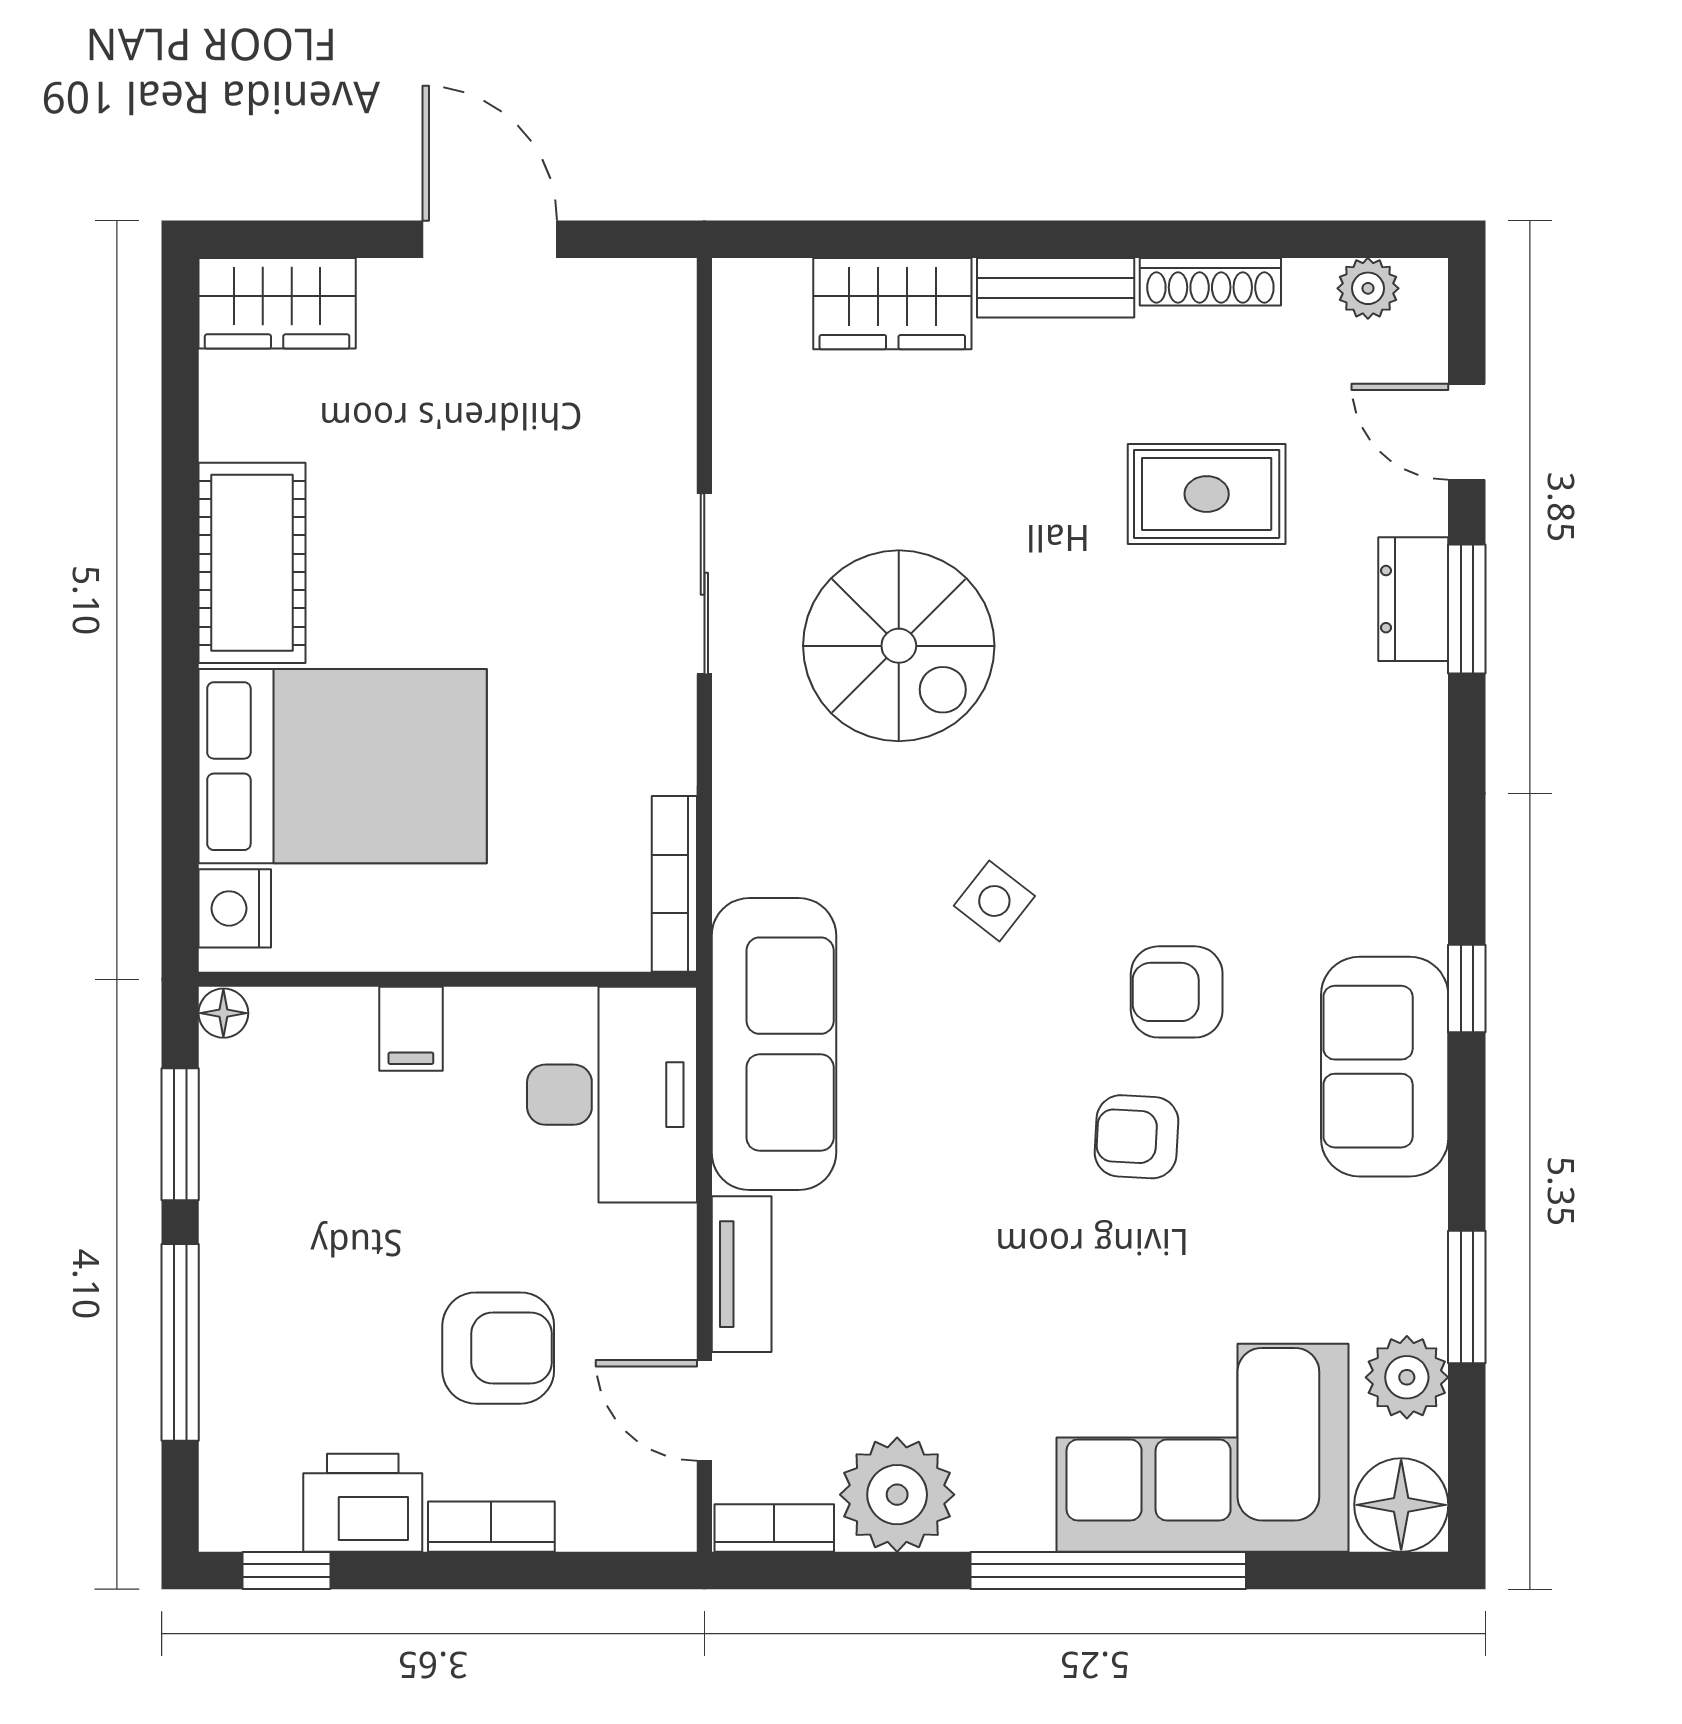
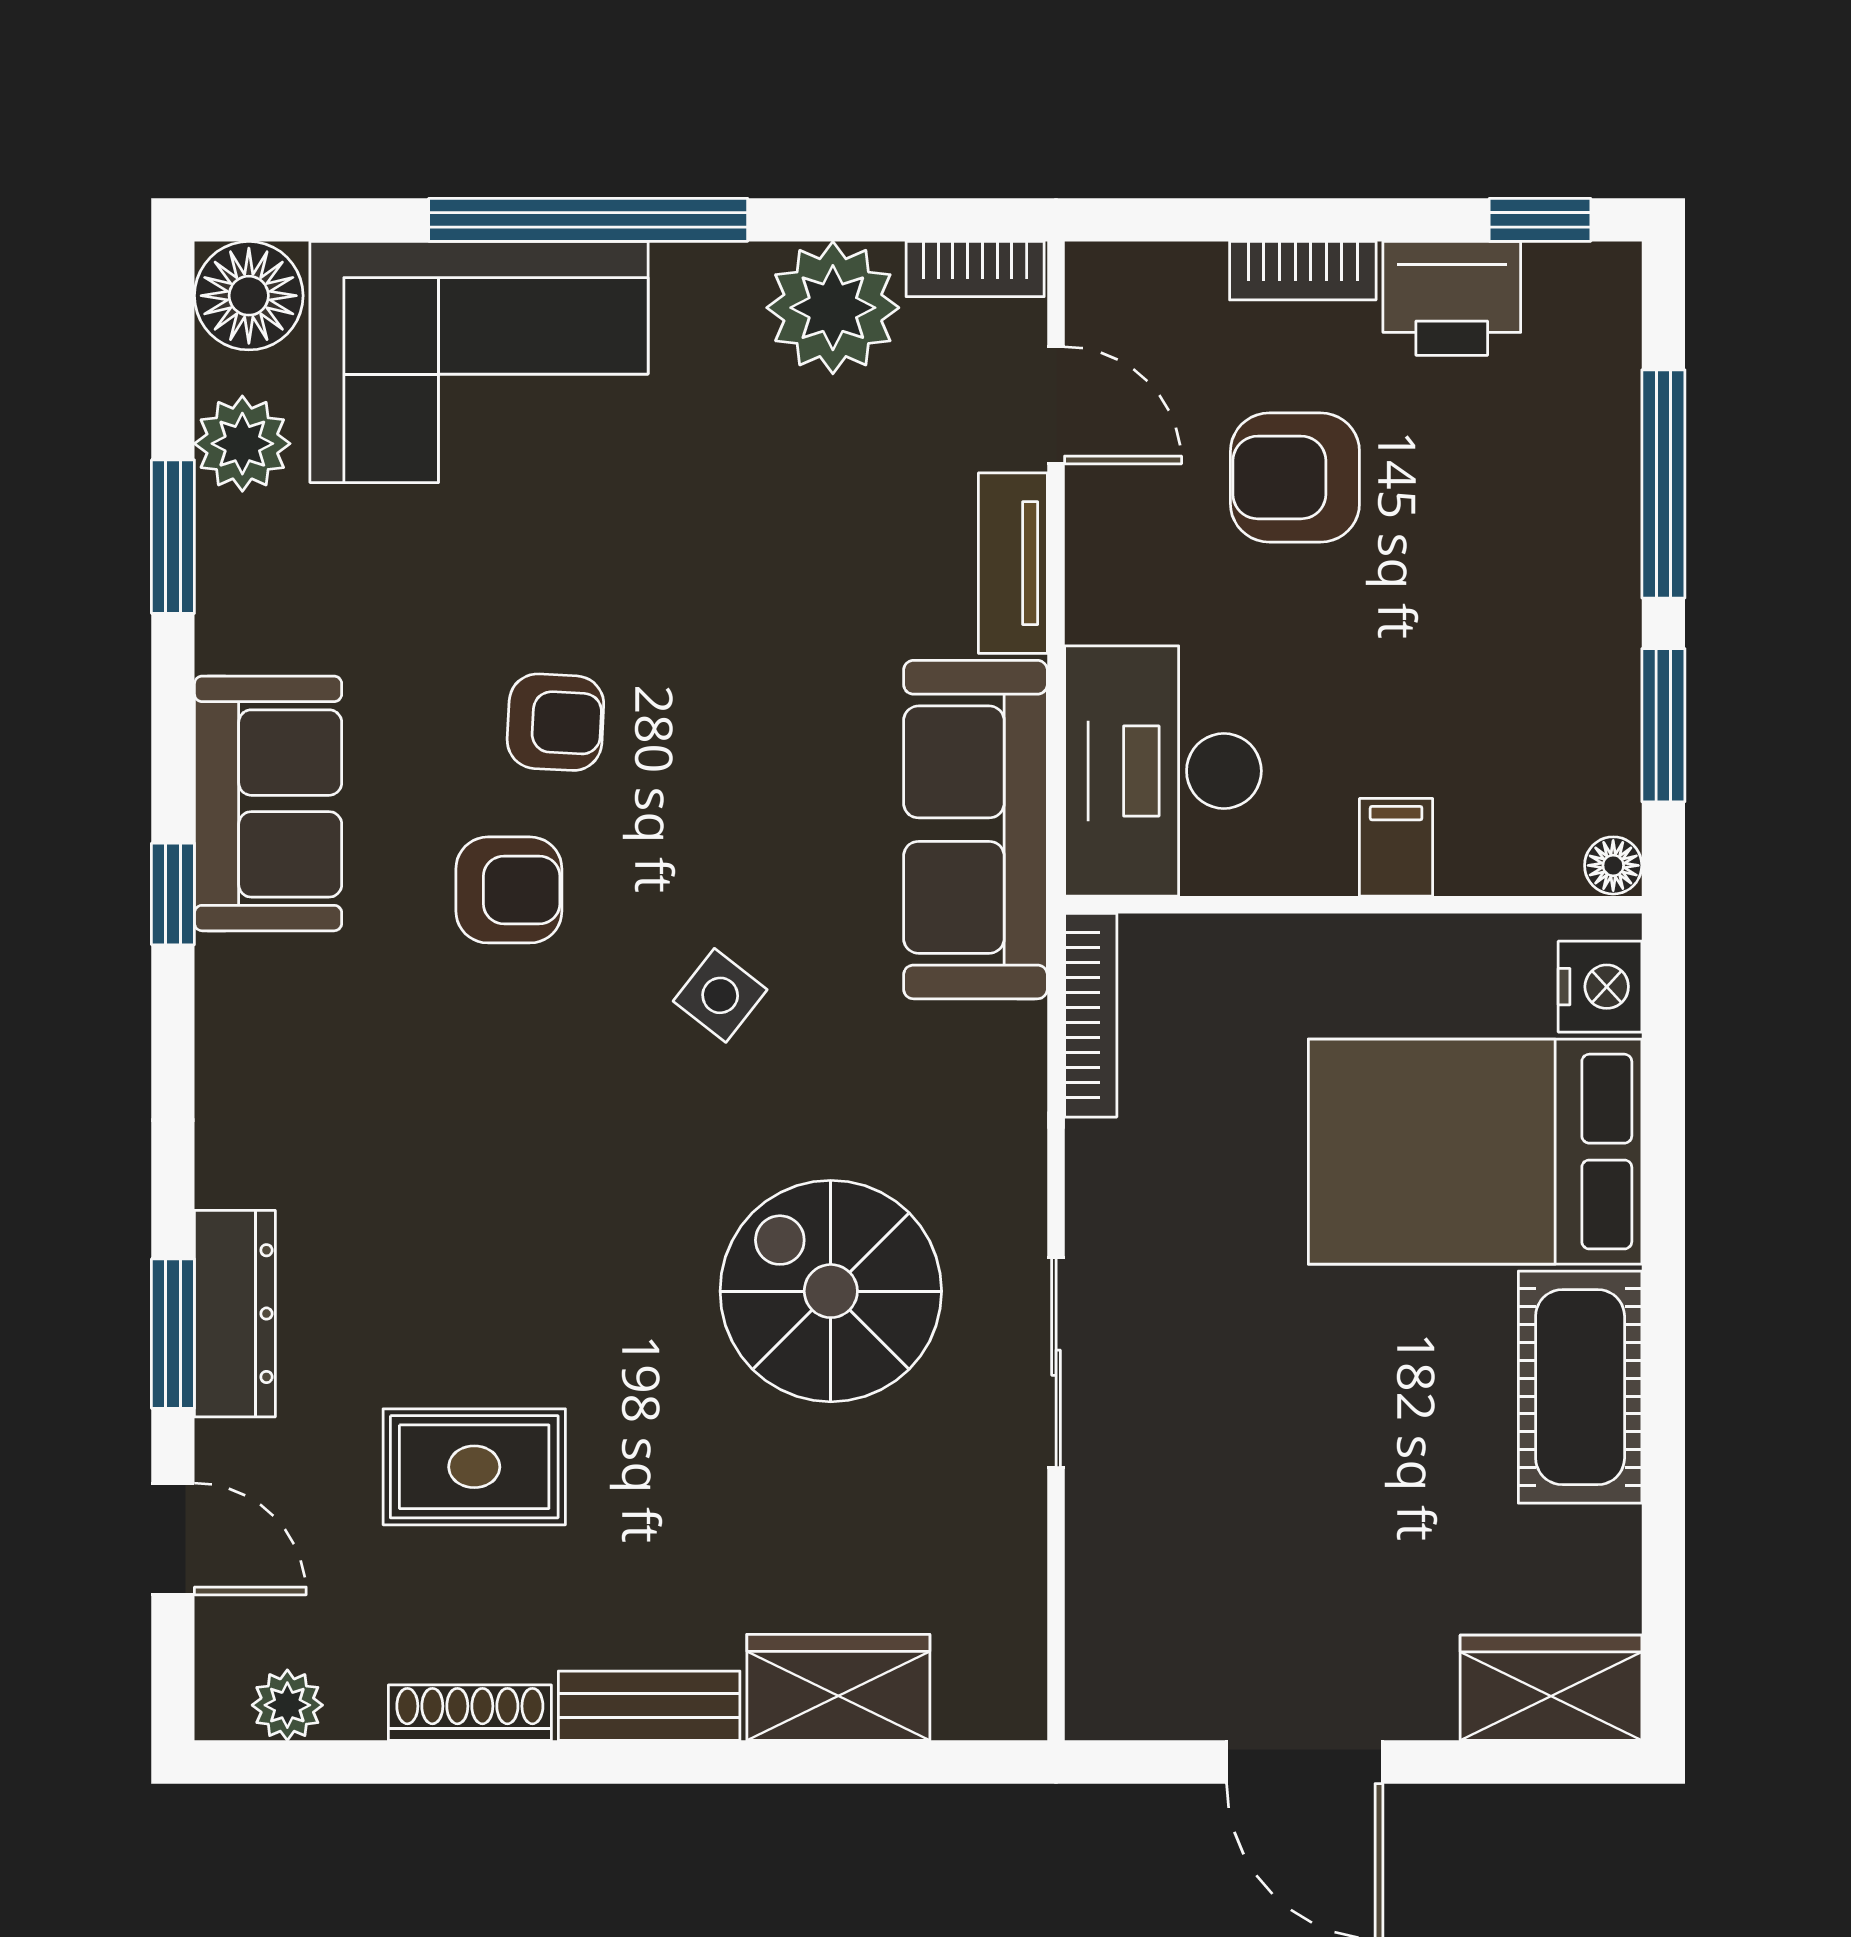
dresser: (1413, 599) -> (235, 1314), width x1.44

